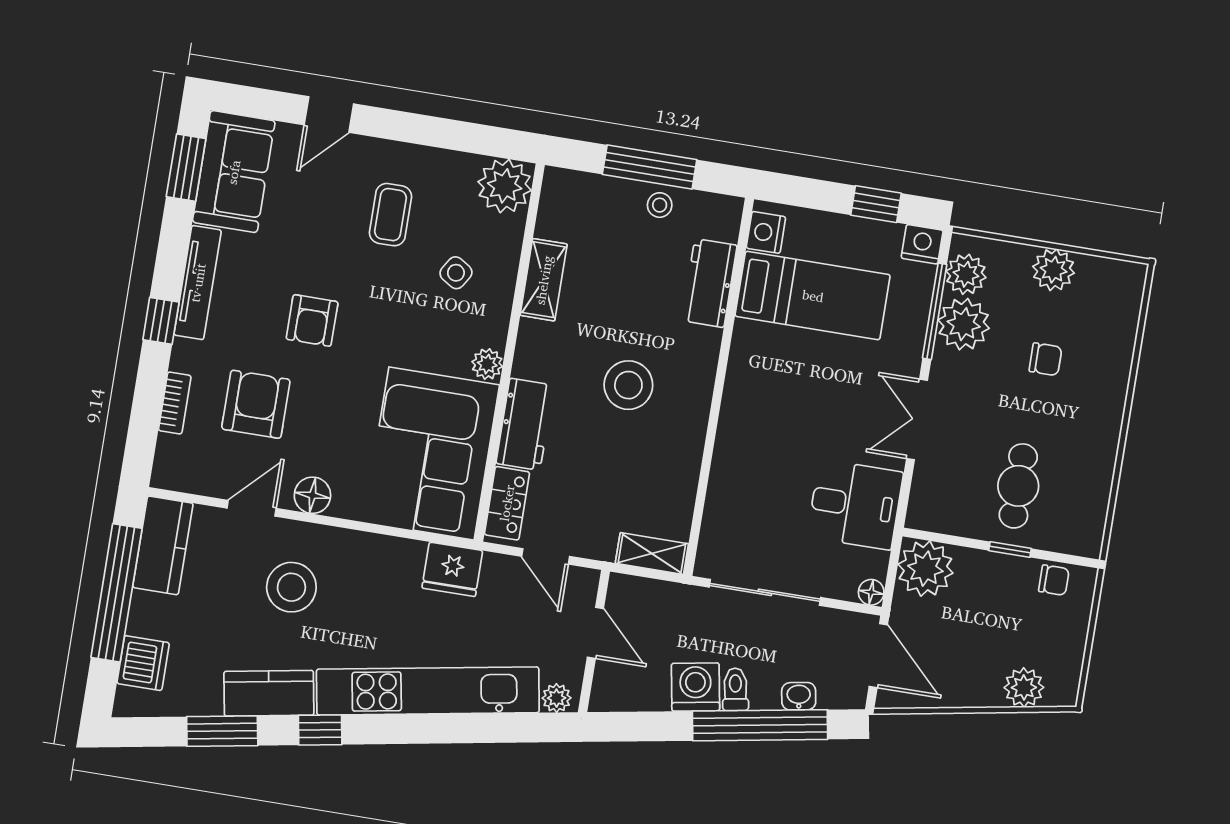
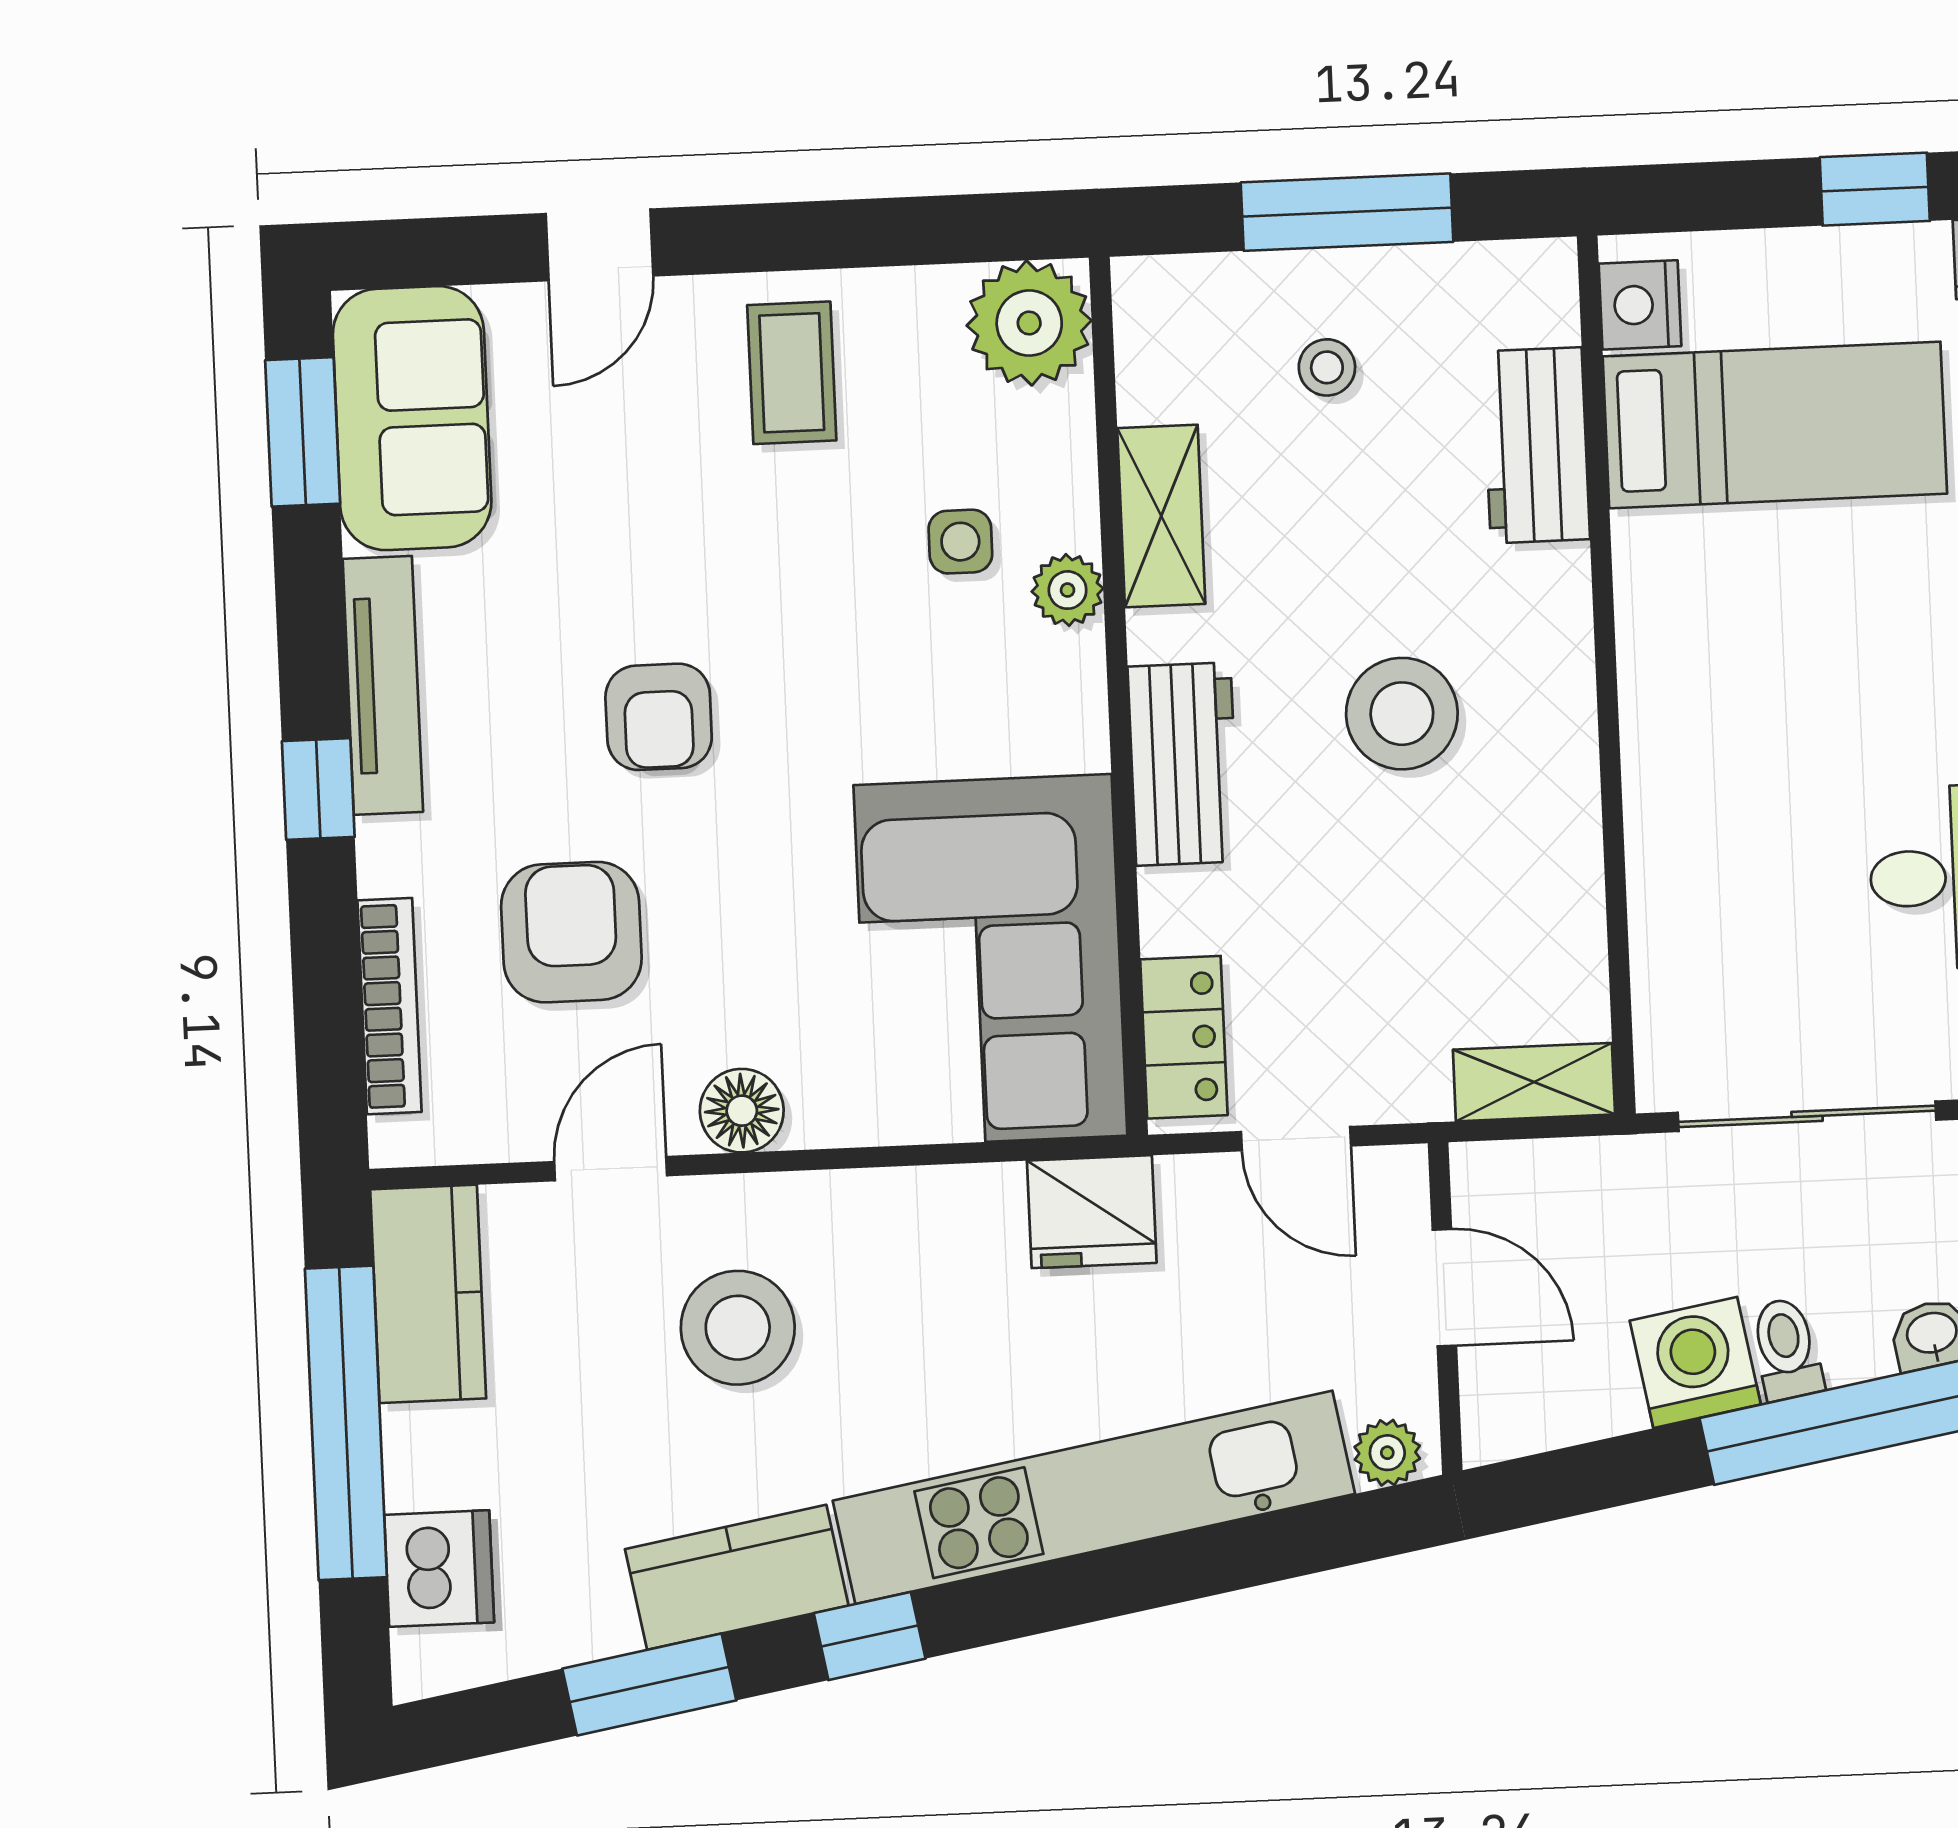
stool: (660, 205) -> (1327, 367), moved
coffee table: (390, 215) -> (792, 373), moved
side table: (456, 273) -> (960, 542), turned -32
plant: (487, 364) -> (1068, 590), moved
bookcase: (175, 403) -> (389, 1006), width x1.56
workbench: (525, 424) -> (1183, 764), moved

